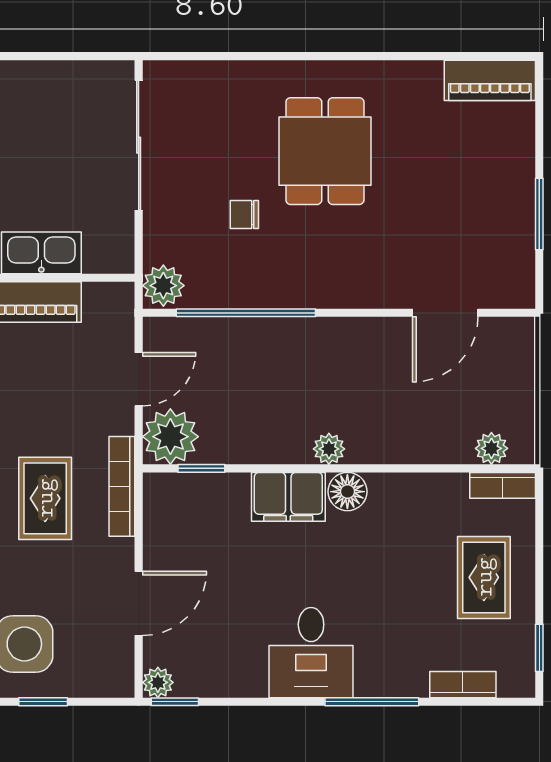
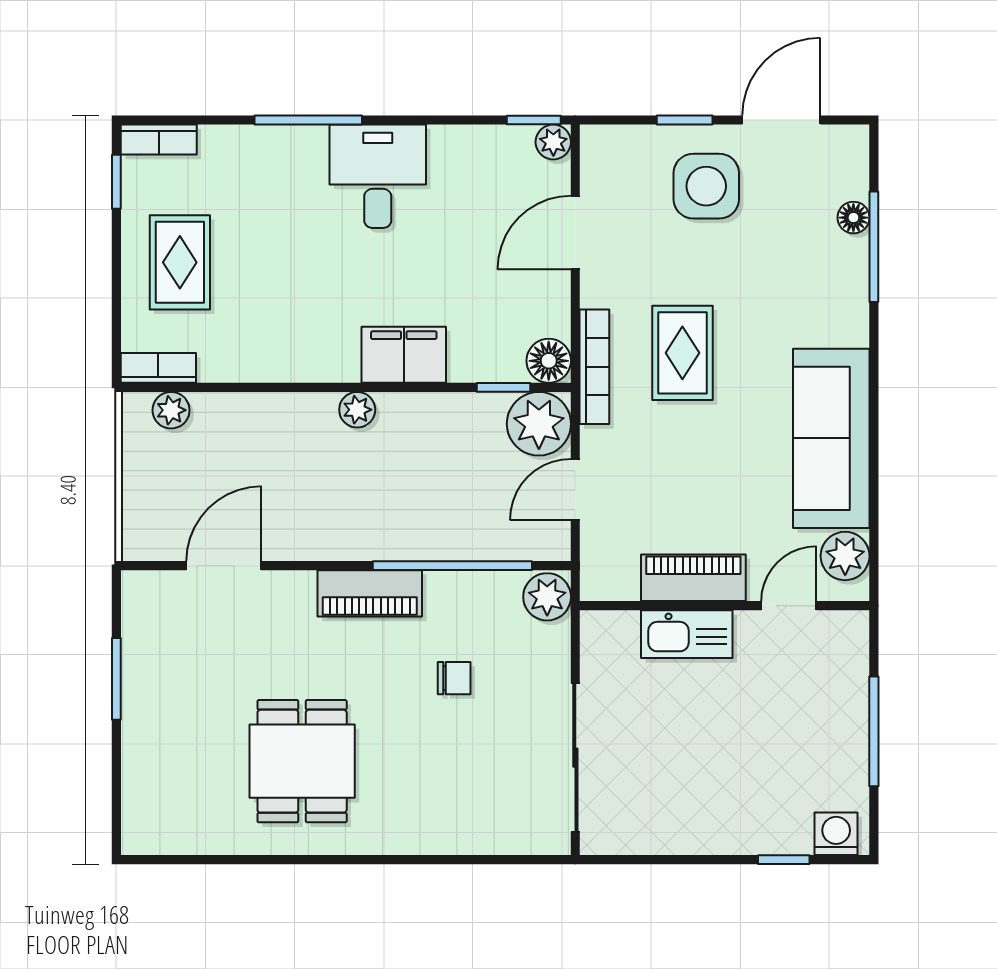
piano: (490, 80) -> (370, 593), moved, turned 180
dining table: (325, 151) -> (302, 761), moved
floor lamp: (347, 492) -> (549, 361), moved
bookcase: (463, 685) -> (159, 140), moved

